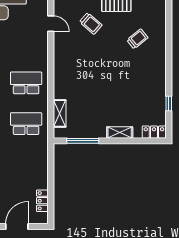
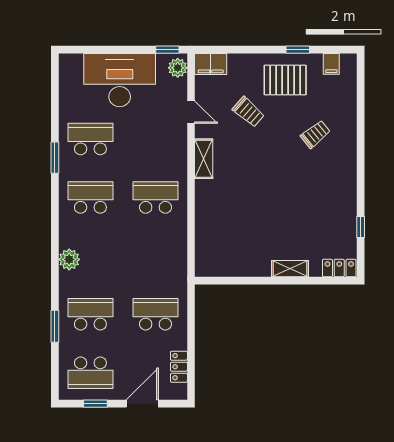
shelving: (60, 113) -> (204, 159), moved
school desk: (26, 124) -> (155, 314), moved
window: (83, 141) -> (237, 281), removed

